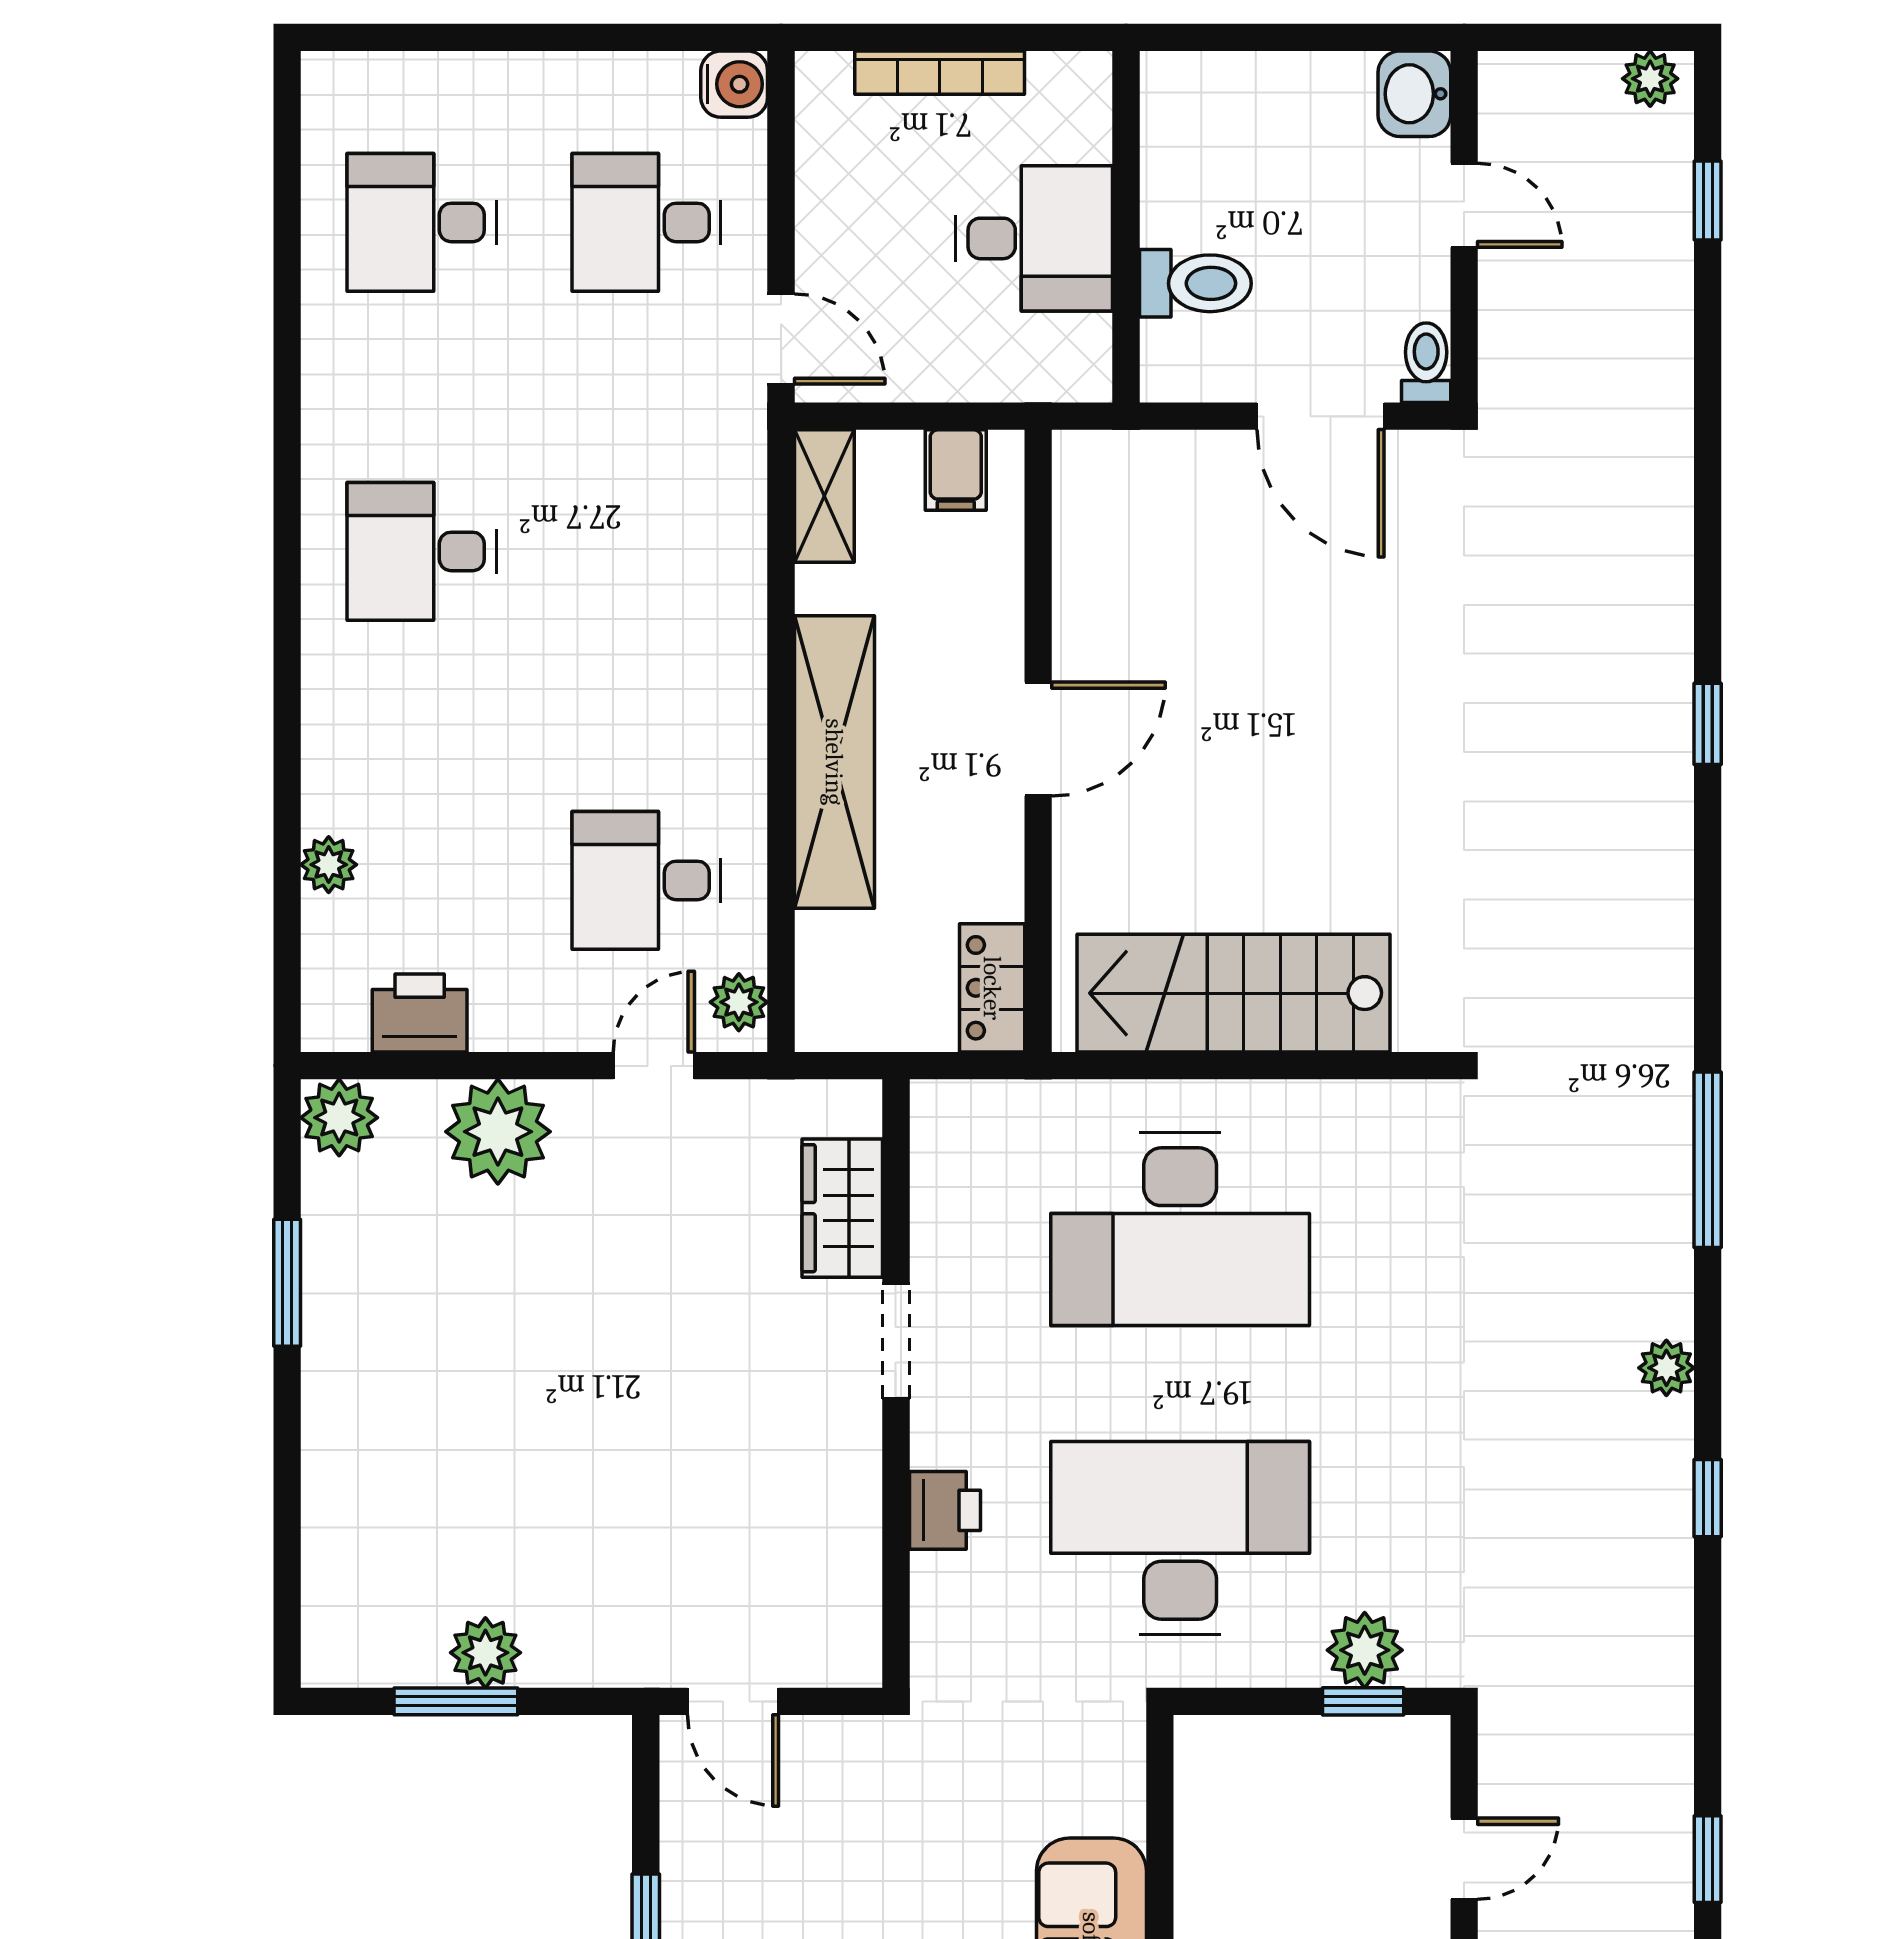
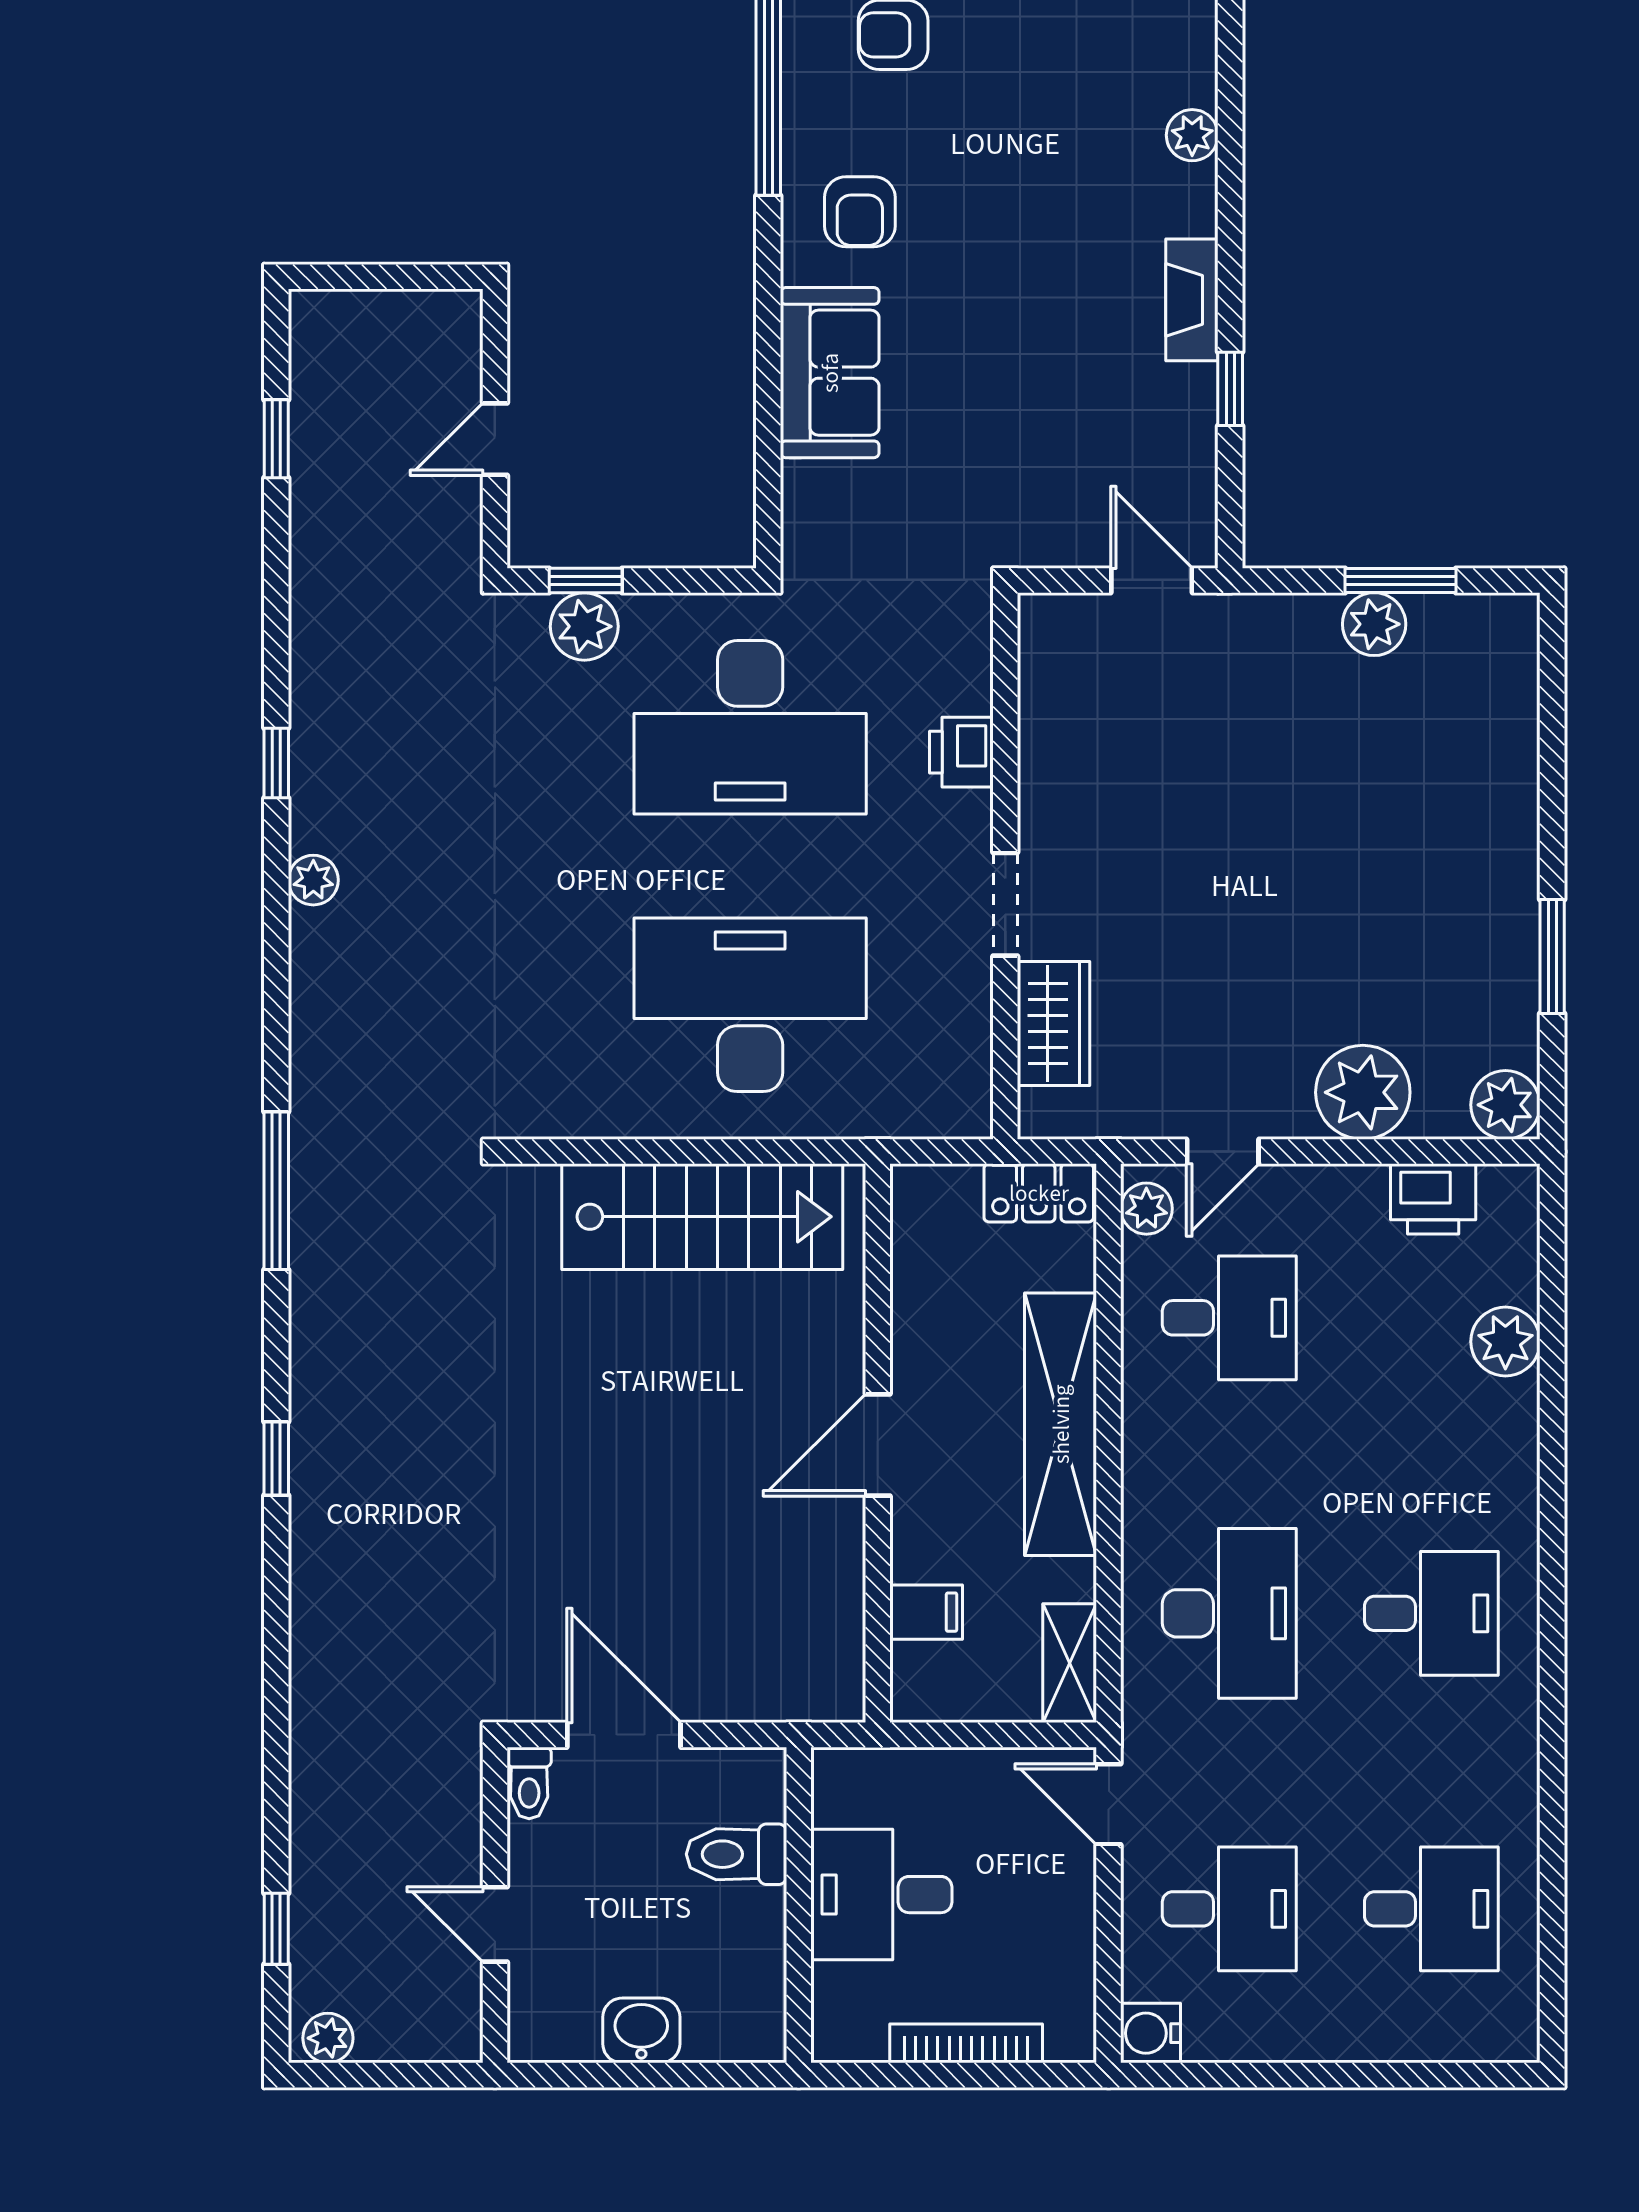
washbasin: (1414, 94) -> (641, 2030), moved, turned -90
filing cabinet: (956, 470) -> (926, 1612), moved, turned 90
desk: (647, 551) -> (1229, 1613), added
plant: (329, 865) -> (1505, 1342), width x1.38, depth x1.38
locker: (992, 988) -> (1039, 1193), moved, turned 90
window: (1708, 1160) -> (276, 1191), moved

